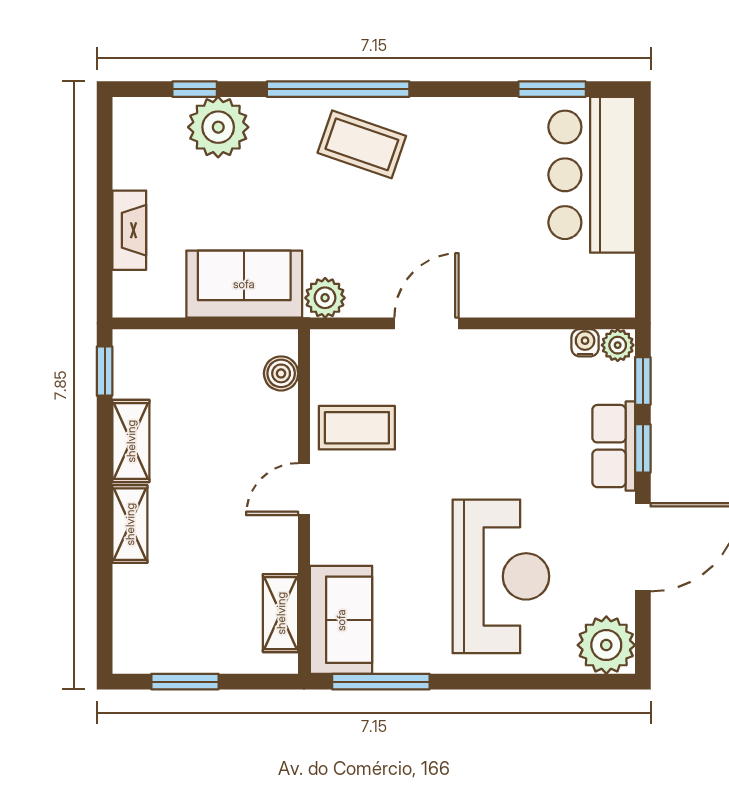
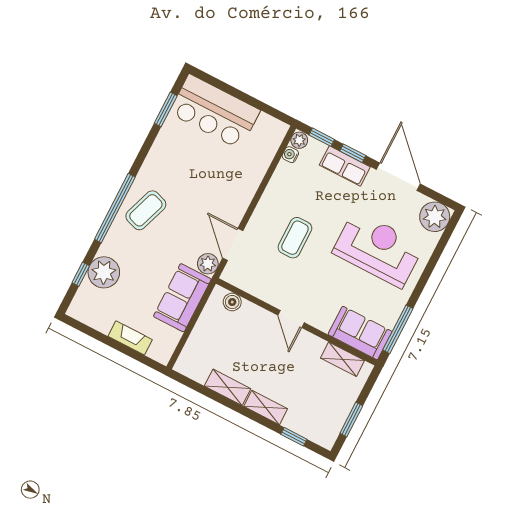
door: (426, 323) -> (233, 244), moved
window: (105, 371) -> (294, 437), moved
coffee table: (357, 428) -> (295, 238), moved

